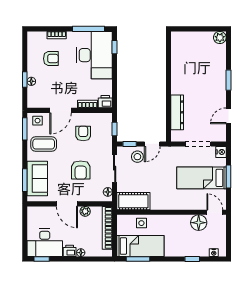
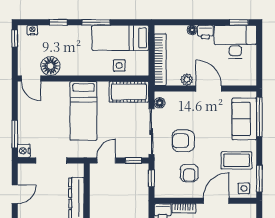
stool: (137, 157) -> (124, 145), removed
sliding door: (115, 168) -> (151, 131), width x1.37
armchair: (81, 170) -> (183, 141), moved, turned -90
window: (228, 177) -> (15, 134), moved
bed: (201, 178) -> (84, 111), moved, turned 90
window: (25, 180) -> (259, 117), width x1.44
window: (228, 245) -> (15, 39), added
window: (138, 259) -> (96, 22), moved

